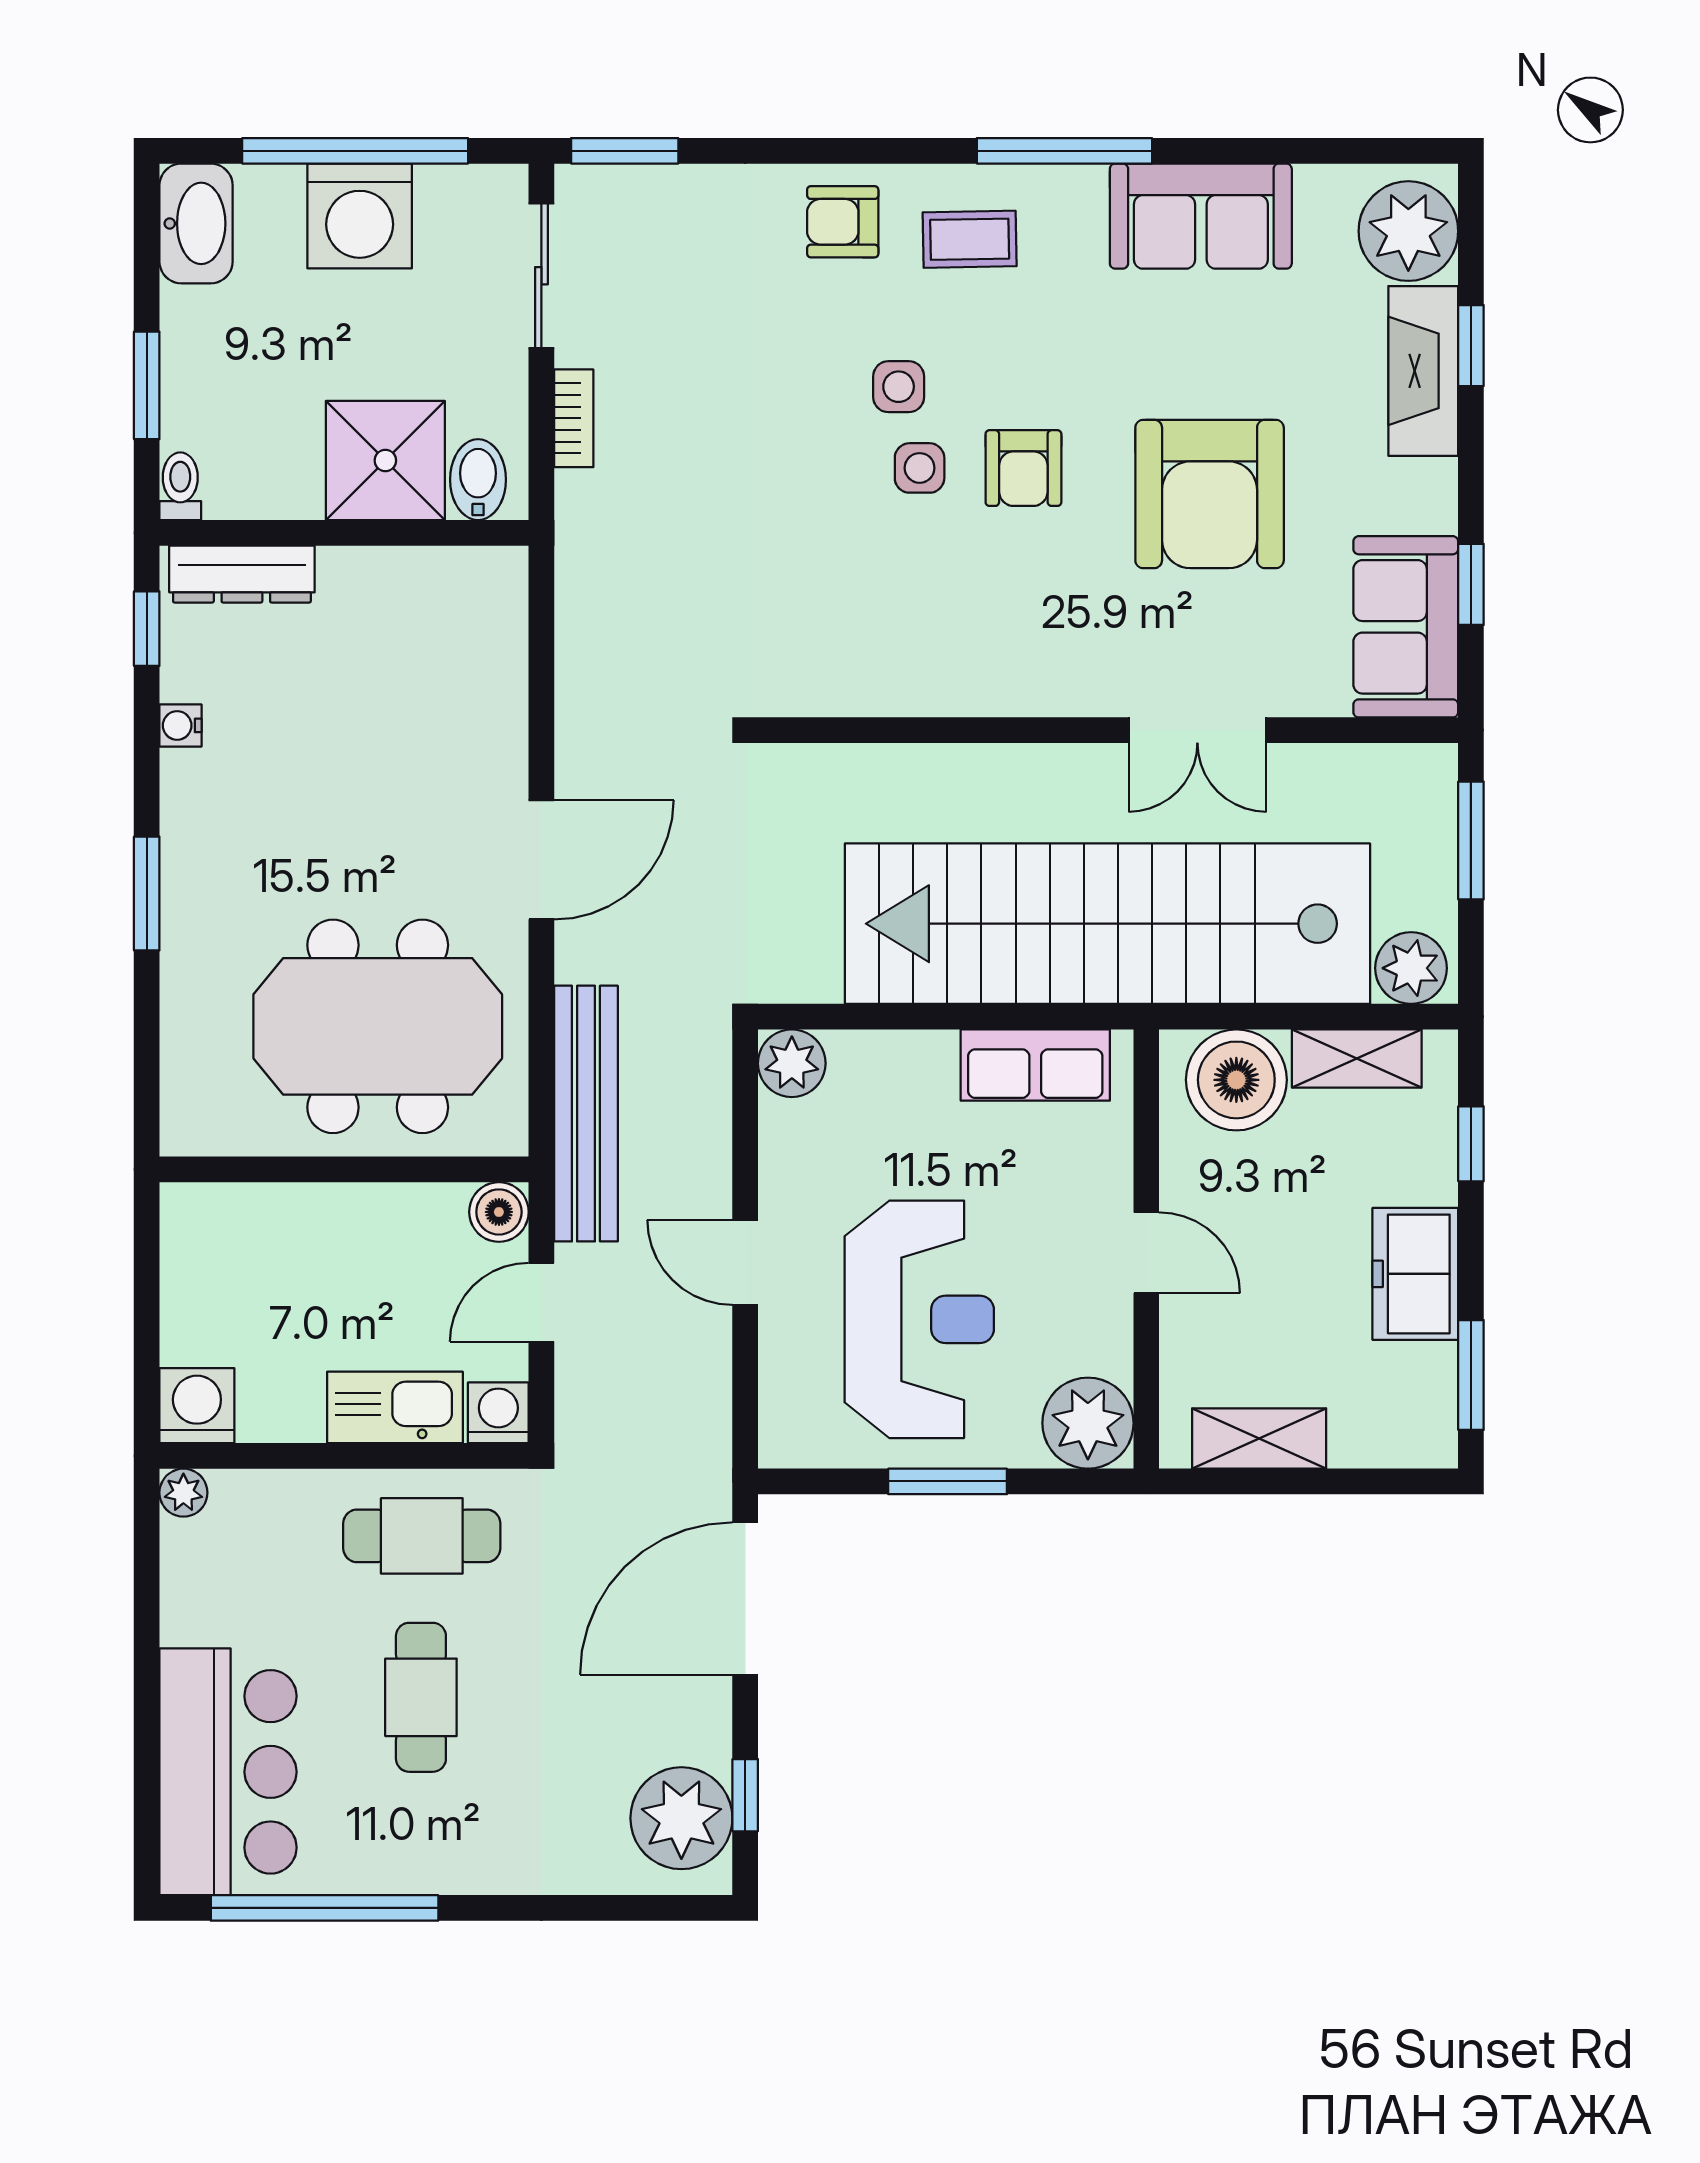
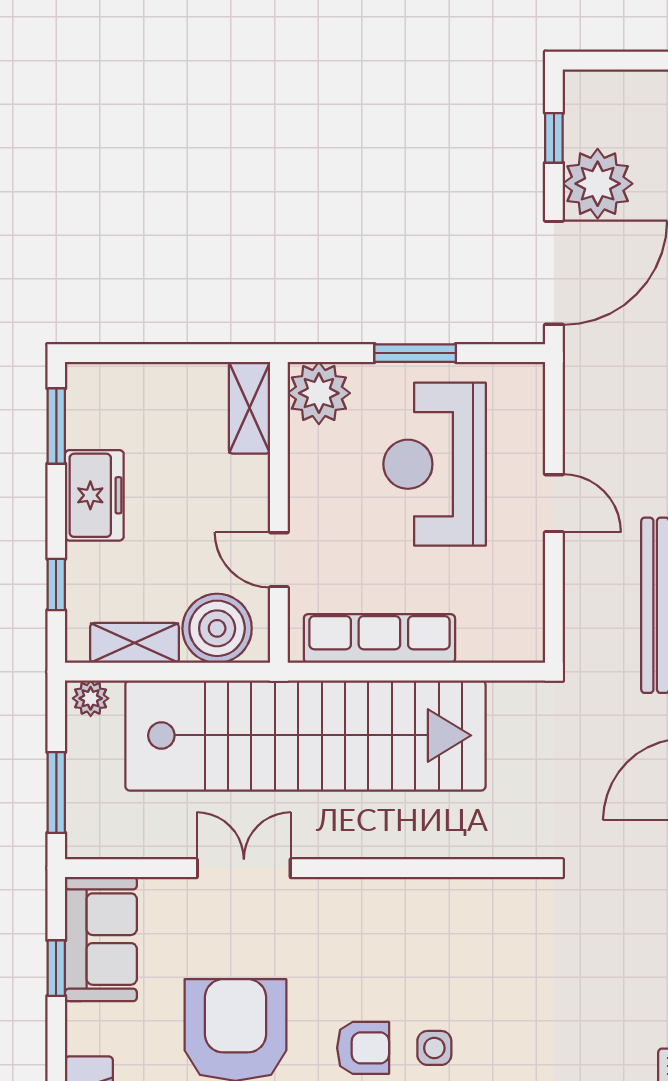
armchair: (1023, 468) -> (363, 1048), turned 90
plant: (1411, 968) -> (91, 698), width x0.73, depth x0.73
plant: (792, 1063) -> (522, 640), removed
row of seats: (1035, 1065) -> (379, 639), width x1.48
door: (1146, 1253) -> (279, 560), moved
shelving: (1259, 1439) -> (249, 408), moved, turned 90
plant: (681, 1818) -> (598, 184), moved

